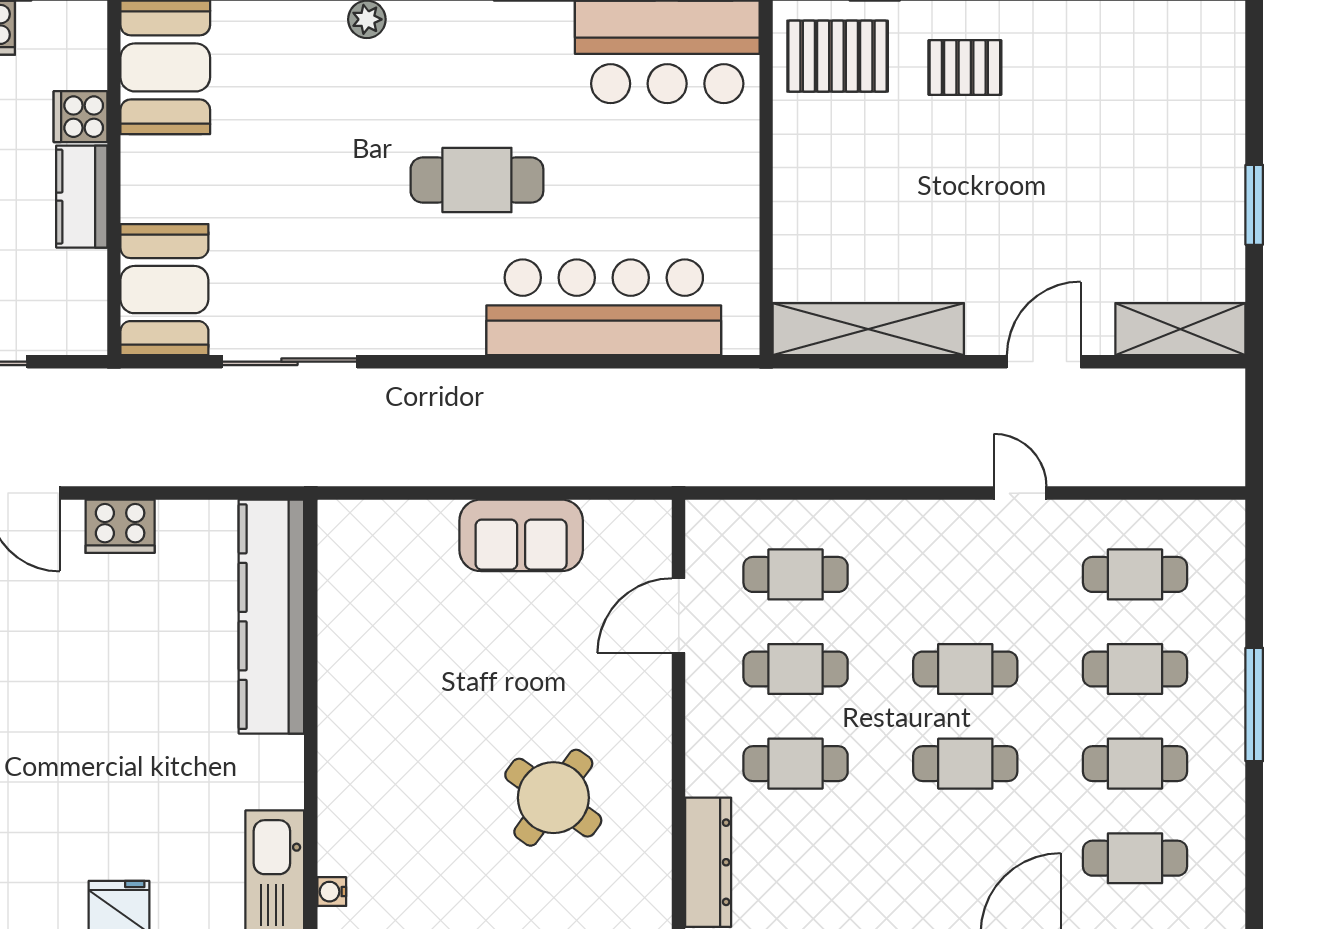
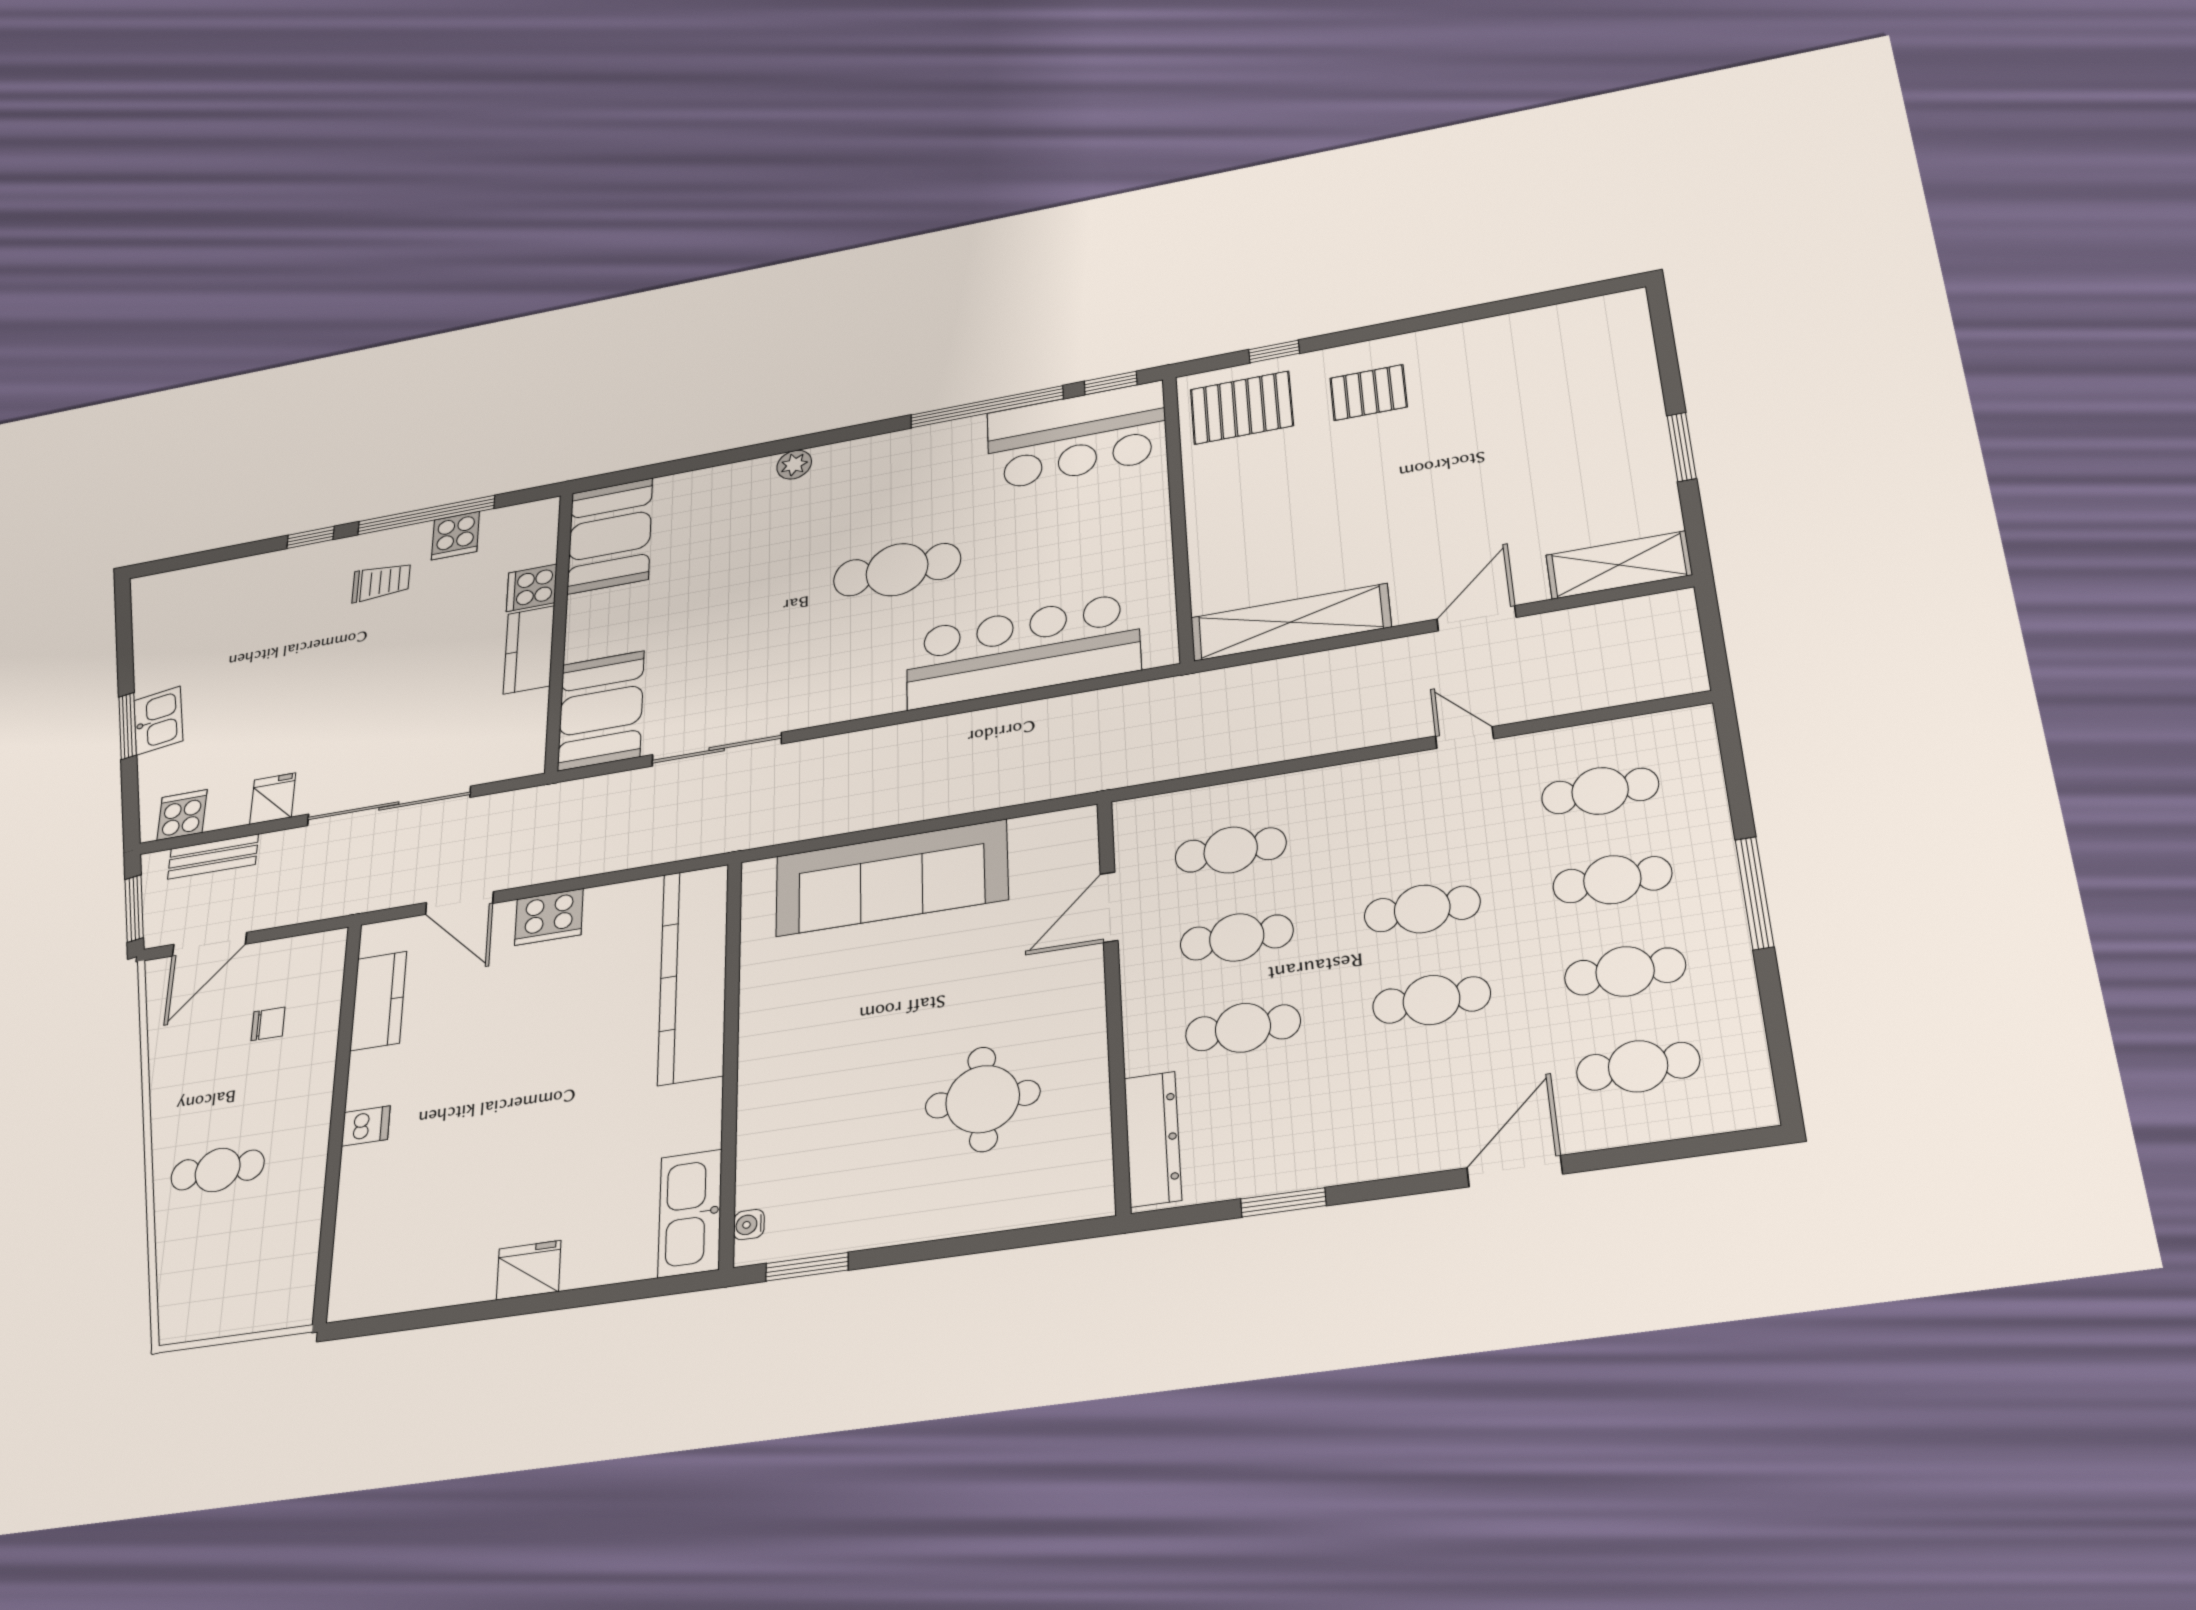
sofa: (521, 535) -> (891, 878), width x1.85, depth x1.27
round table: (553, 798) -> (983, 1099), turned -36

